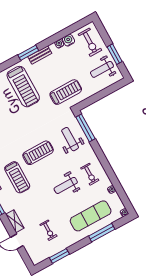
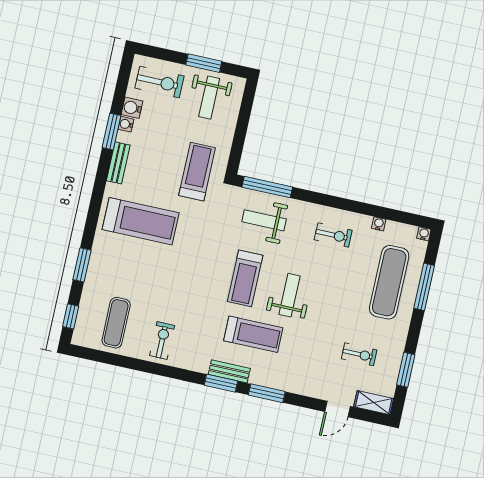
window: (28, 53) -> (112, 132), moved
treadmill: (38, 153) -> (245, 278), turned 180
weight bench: (66, 185) -> (289, 295), moved, turned 180
shelving: (15, 221) -> (374, 403), moved

